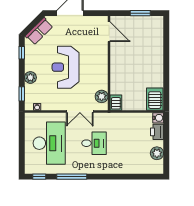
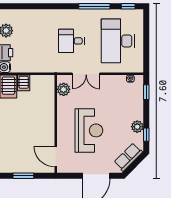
reception desk: (65, 67) -> (89, 130), moved
plant: (30, 77) -> (137, 127), moved
server rack: (116, 103) -> (24, 83), moved
double door: (80, 111) -> (86, 74), swing flipped

